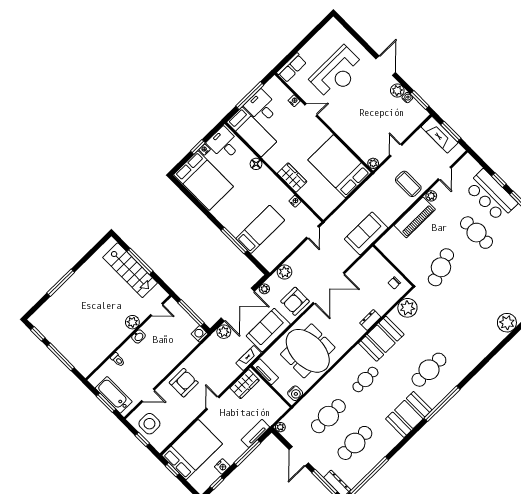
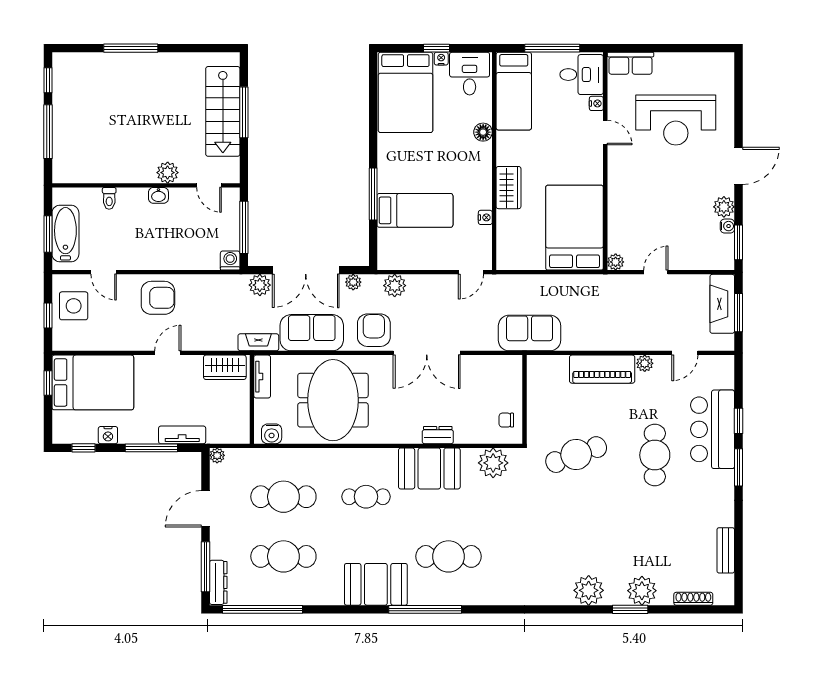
desk: (261, 107) -> (582, 75), moved, turned 90
coffee table: (408, 184) -> (632, 324), removed
armchair: (295, 301) -> (374, 330), turned 90

